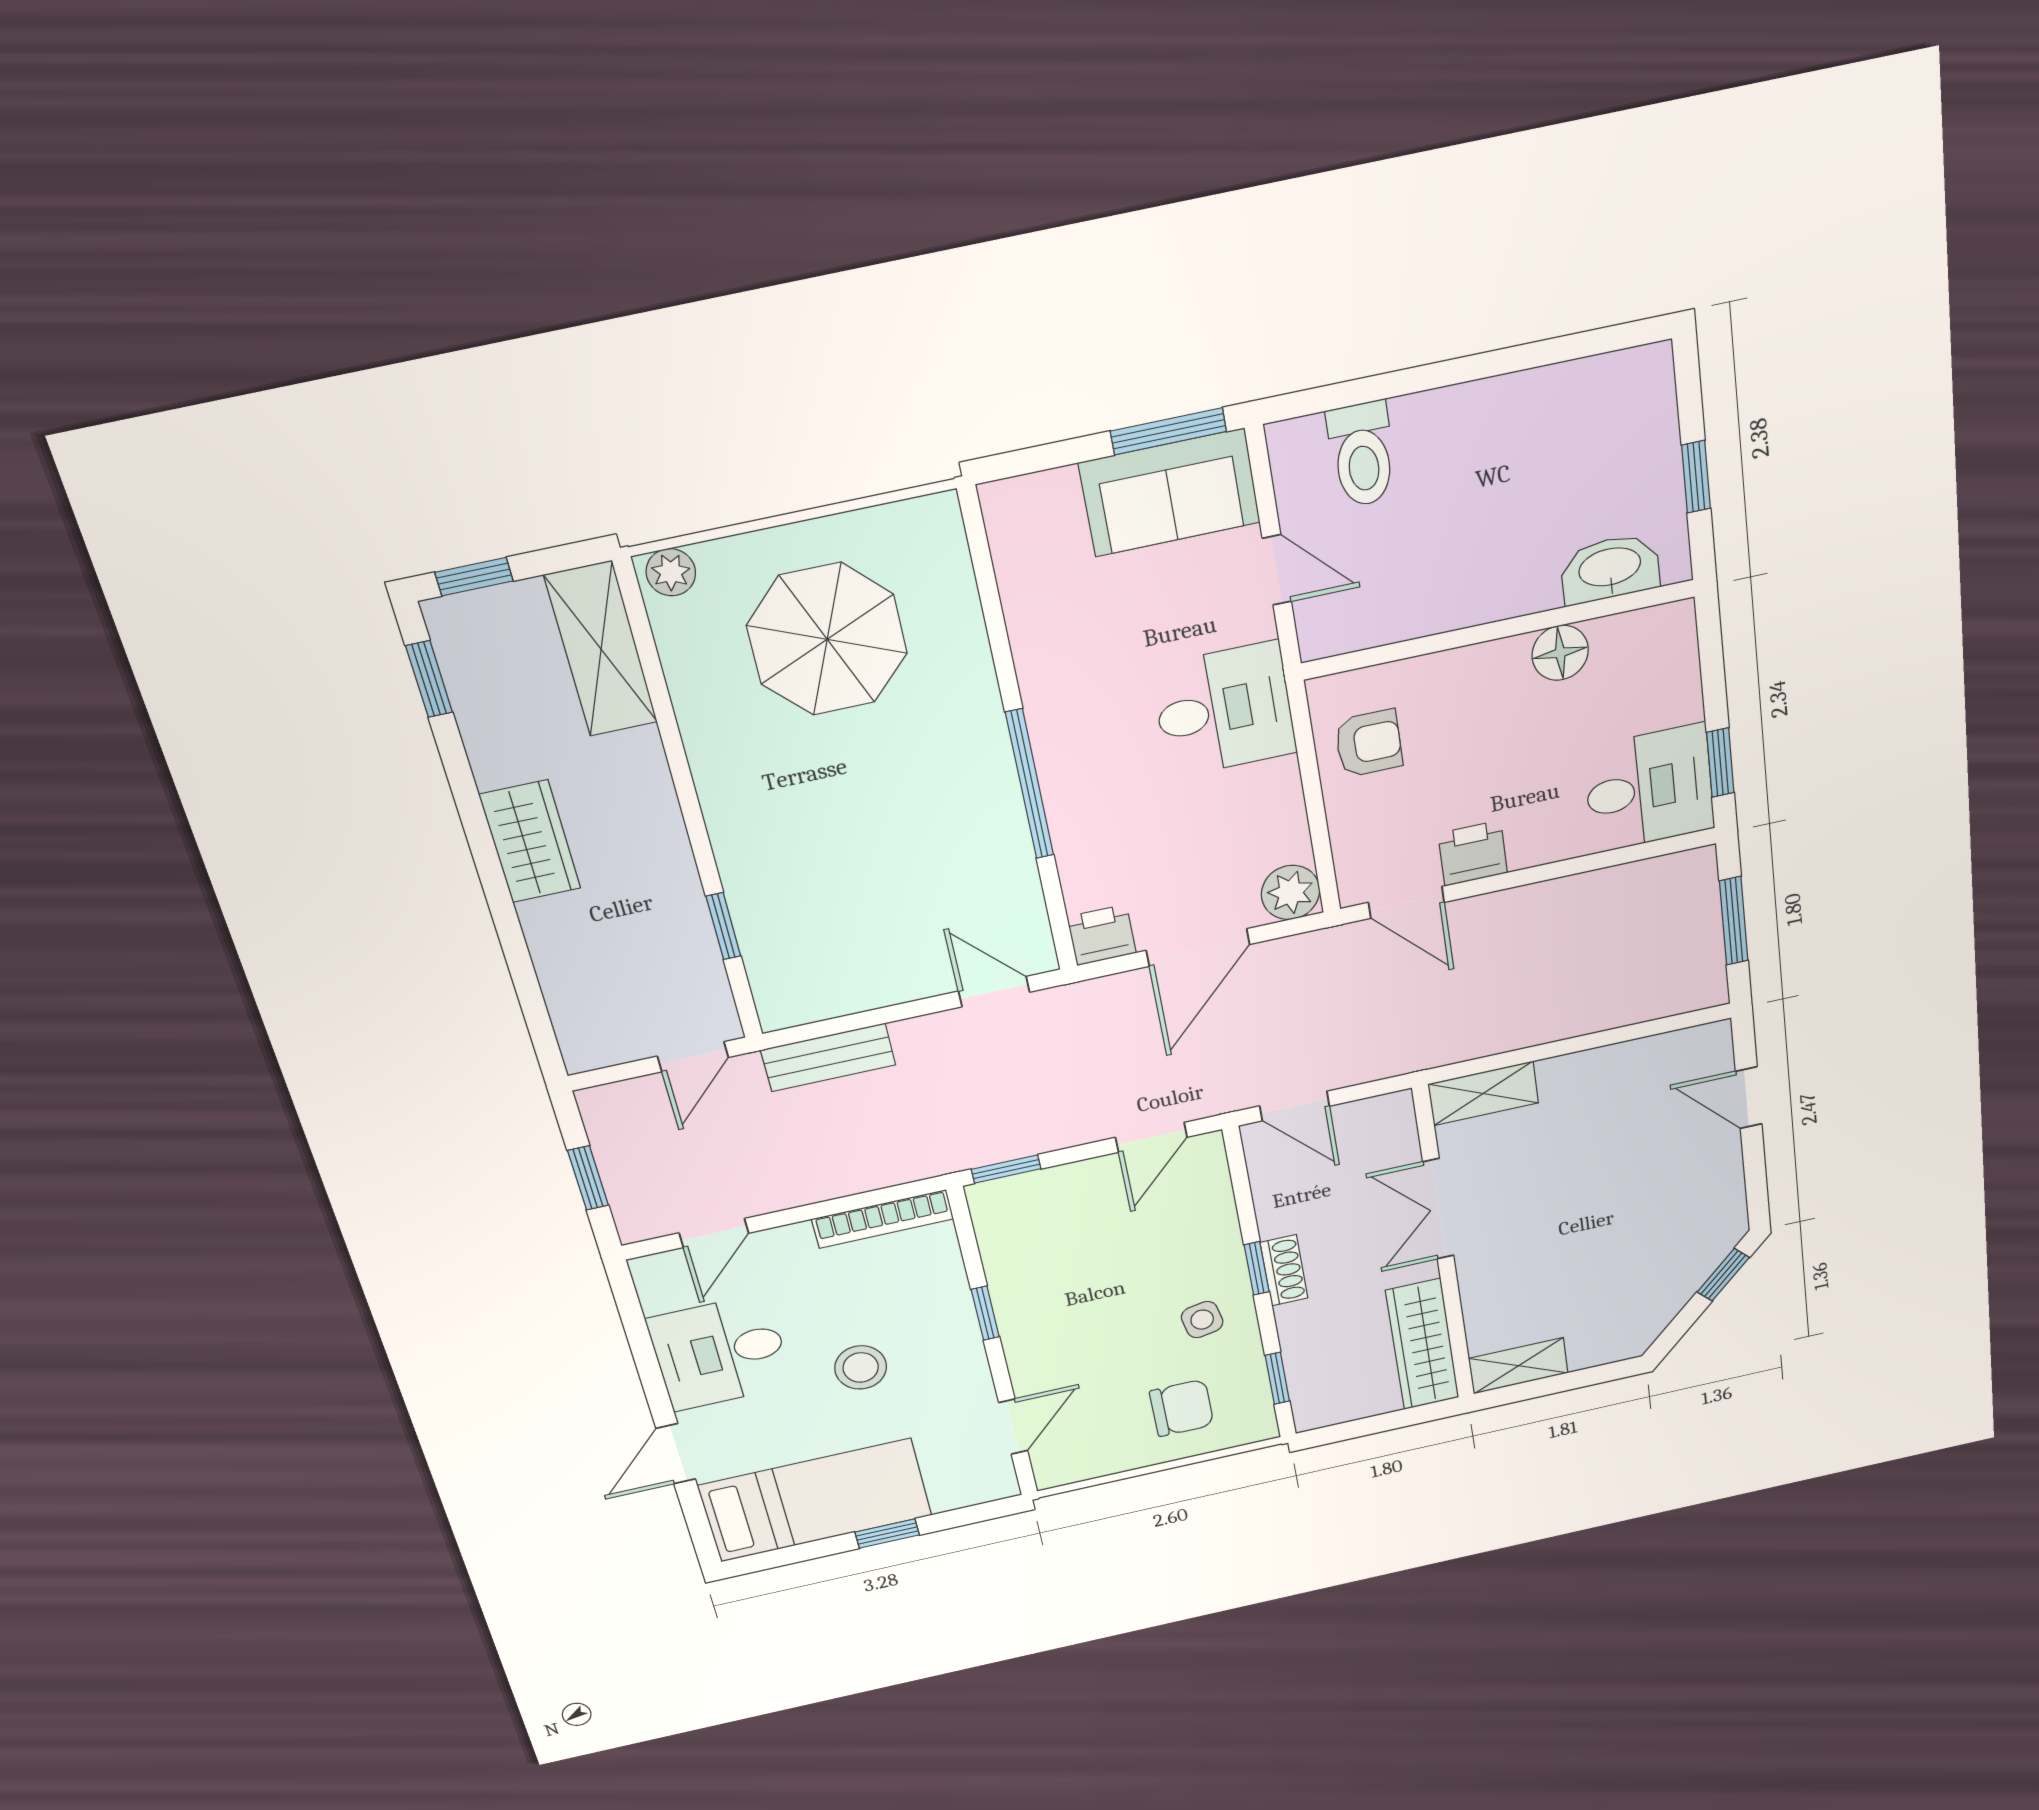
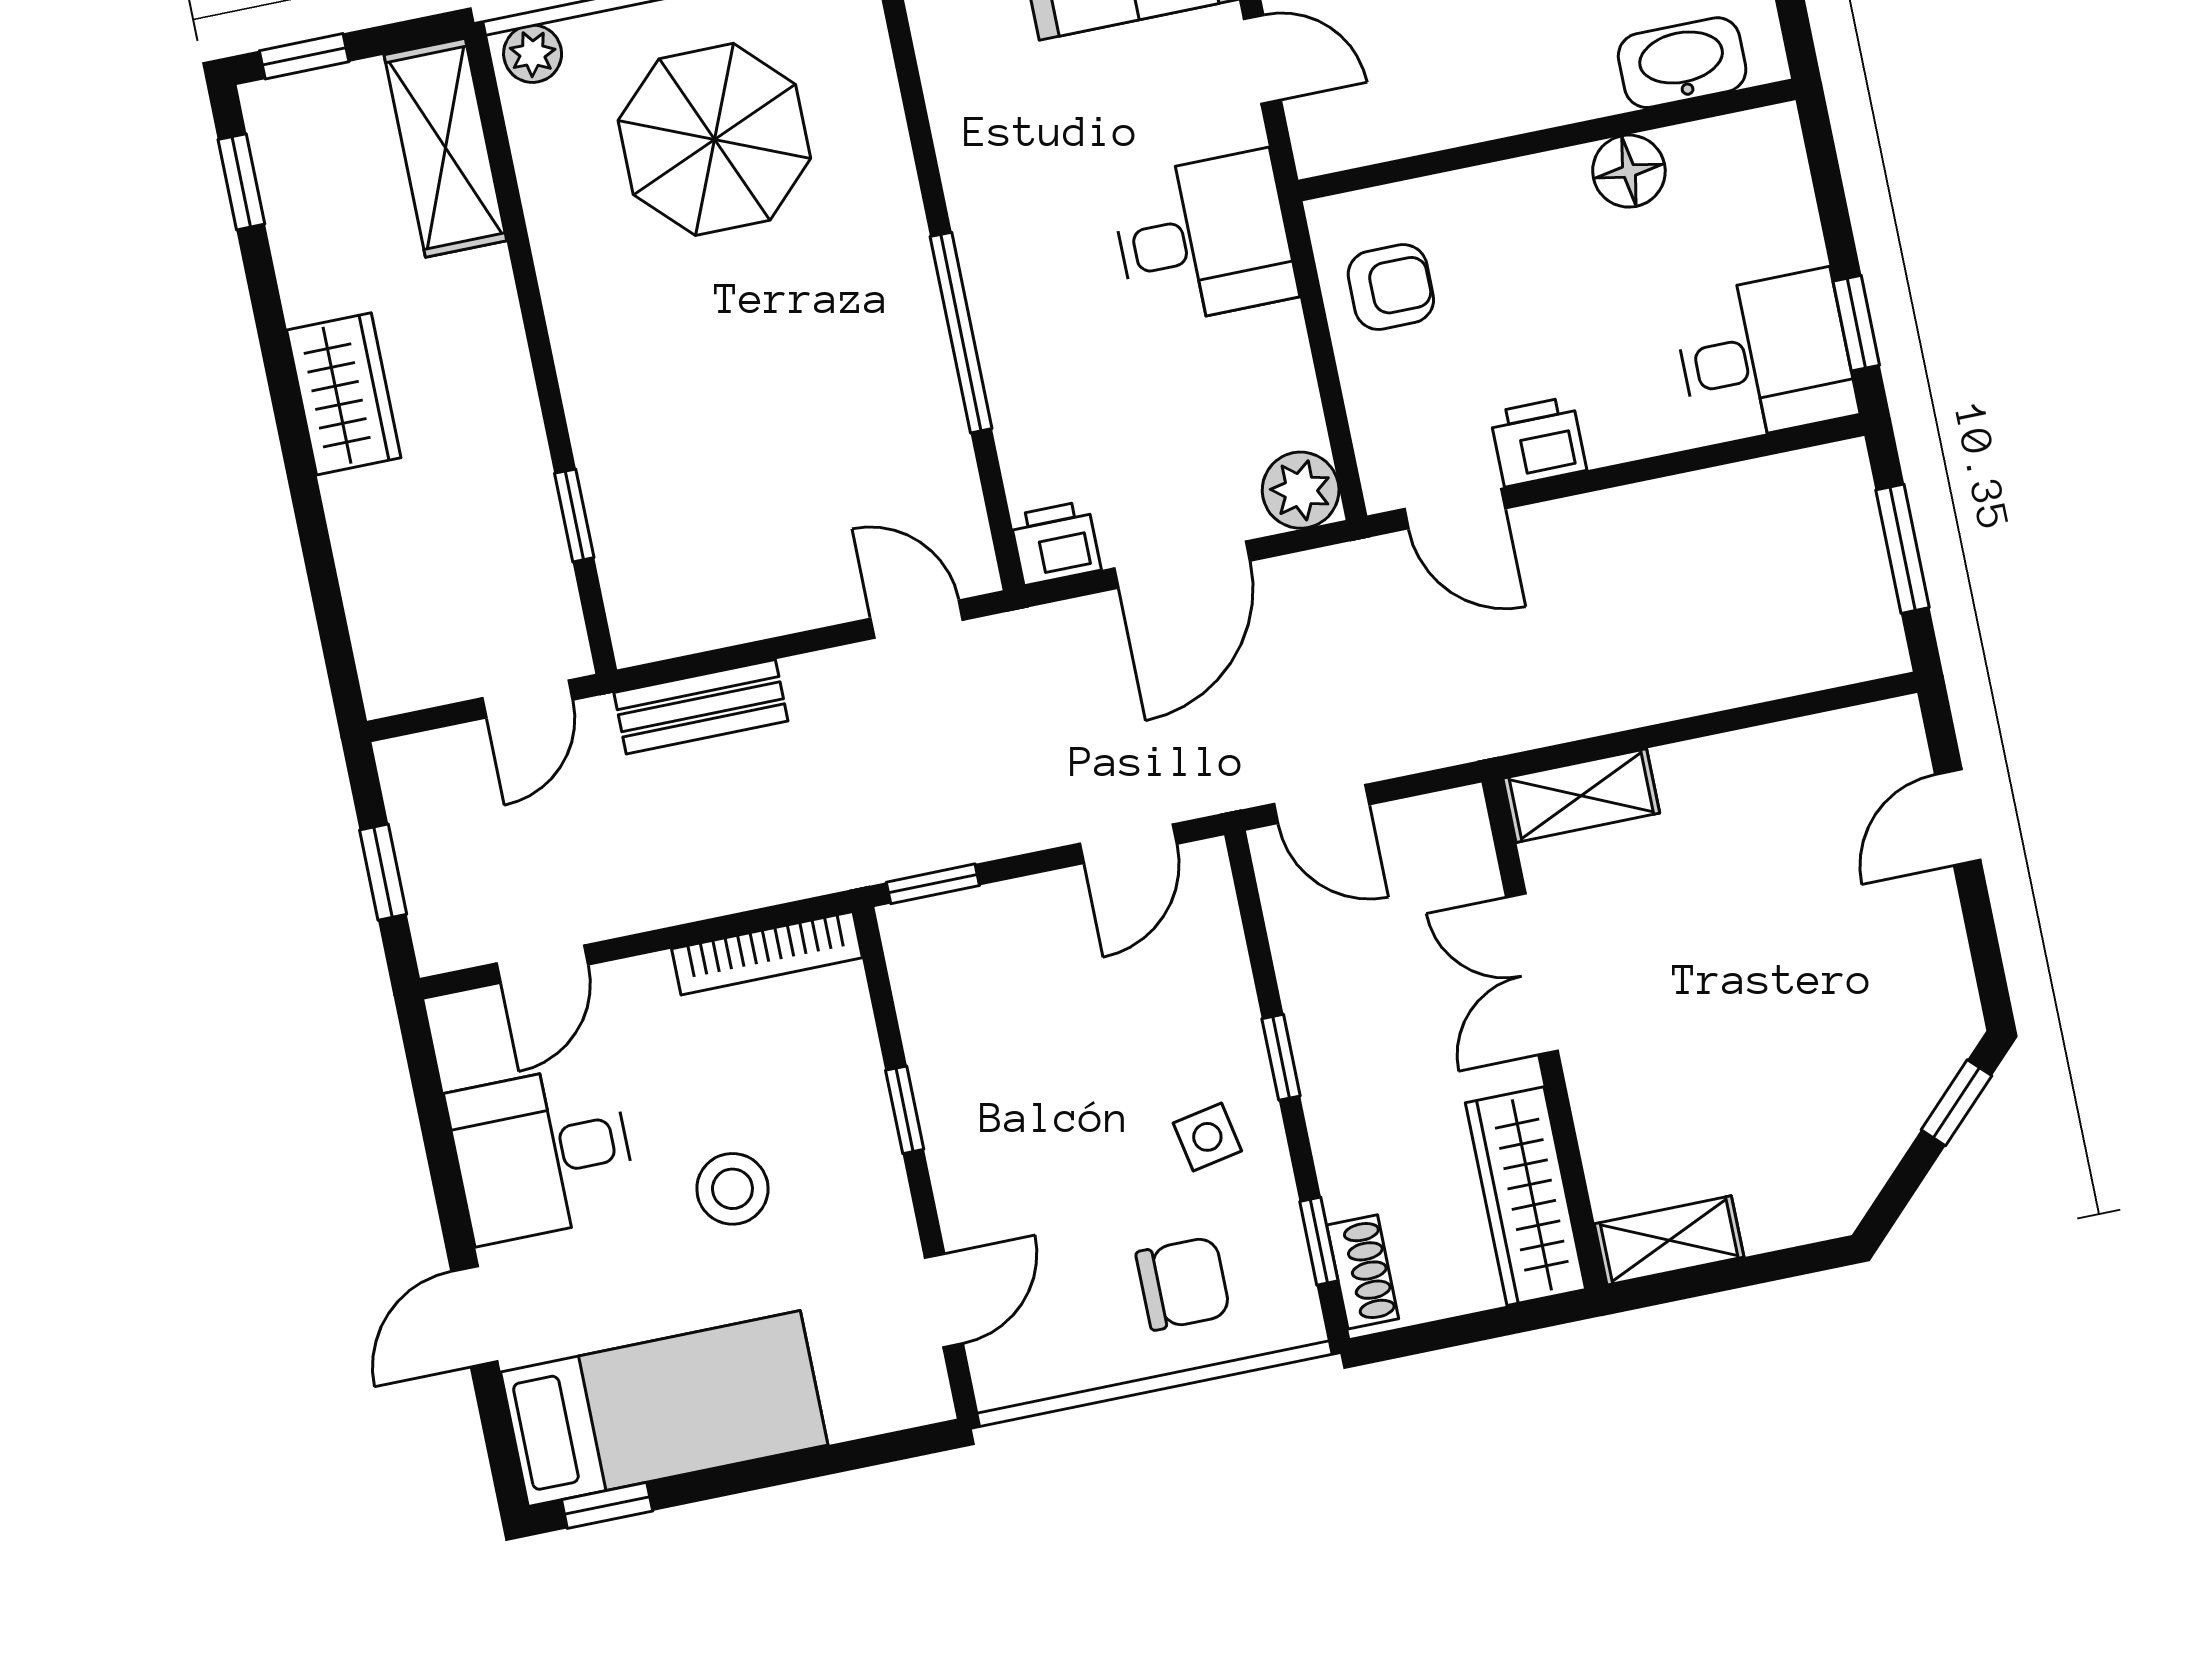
door: (1749, 1098) -> (1958, 817), hinge flipped
shoe rack: (1284, 1270) -> (1363, 1272), moved
window: (887, 1533) -> (607, 1505), moved

